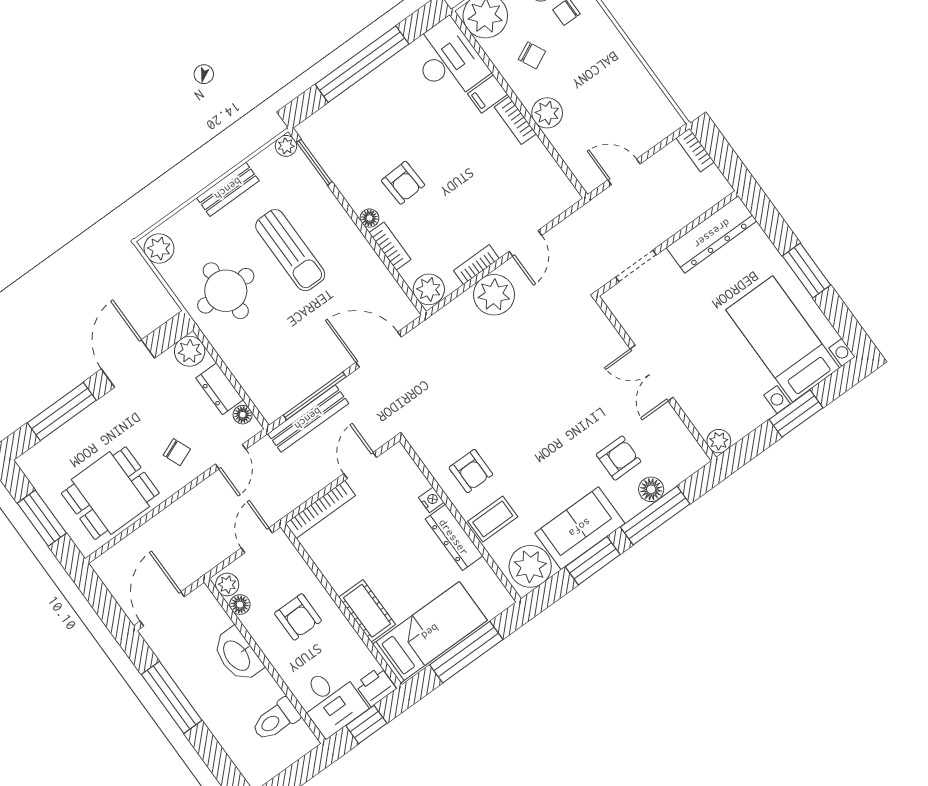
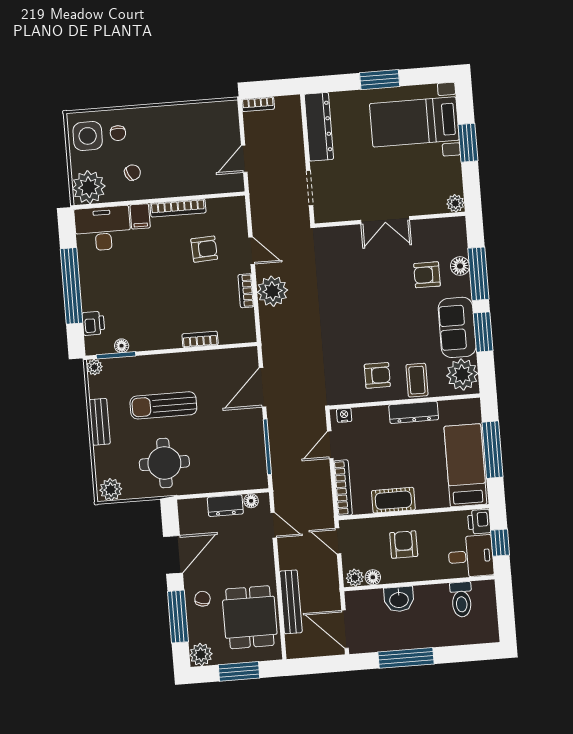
plant: (547, 113) -> (176, 185), removed
printer: (335, 115) -> (93, 323), added
bookcase: (515, 120) -> (178, 208), width x1.56
armchair: (403, 183) -> (204, 249), moved
floor lamp: (369, 218) -> (122, 346), moved
sun lounger: (290, 250) -> (163, 405), turned 180
plant: (429, 289) -> (243, 331), removed
plant: (190, 351) -> (201, 655), moved
door: (128, 363) -> (173, 555), swing flipped
bench: (308, 419) -> (291, 602), moved
chair: (177, 452) -> (202, 599), moved, turned -56
armchair: (619, 458) -> (427, 275), turned -90
door: (360, 466) -> (330, 445), hinge flipped
nightstand: (431, 500) -> (344, 415), moved
cot: (367, 611) -> (393, 500), moved
armchair: (298, 617) -> (404, 545), turned -90
washbasin: (237, 655) -> (399, 599), width x0.72

